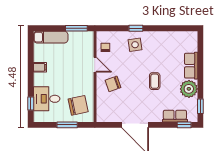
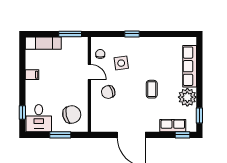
side table: (135, 45) -> (121, 63), moved
row of seats: (191, 66) -> (190, 66), width x1.48
desk: (47, 99) -> (39, 118), moved, turned -90

